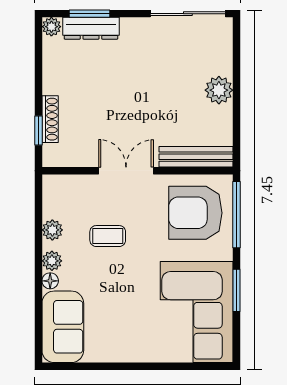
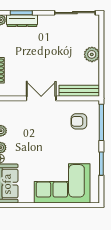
armchair: (195, 213) -> (79, 121), width x0.53, depth x0.53
coffee table: (108, 236) -> (31, 134), removed
corner sofa: (197, 312) -> (62, 183), moved, turned 90

